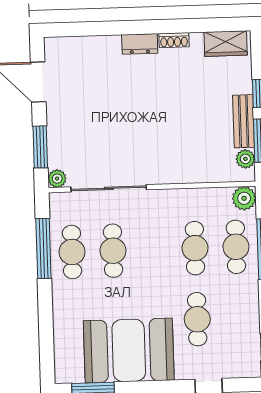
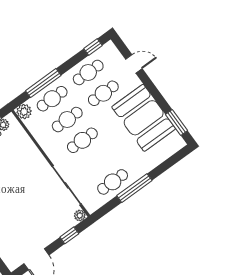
window: (40, 147) -> (69, 235), width x0.67
window: (43, 248) -> (134, 188), moved
cafe table: (113, 251) -> (82, 140), moved
cafe table: (238, 318) -> (88, 72), added

